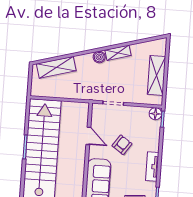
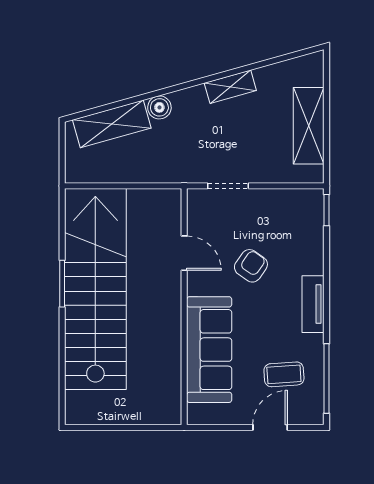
boiler: (99, 57) -> (159, 107), moved
floor lamp: (155, 114) -> (312, 200), removed

